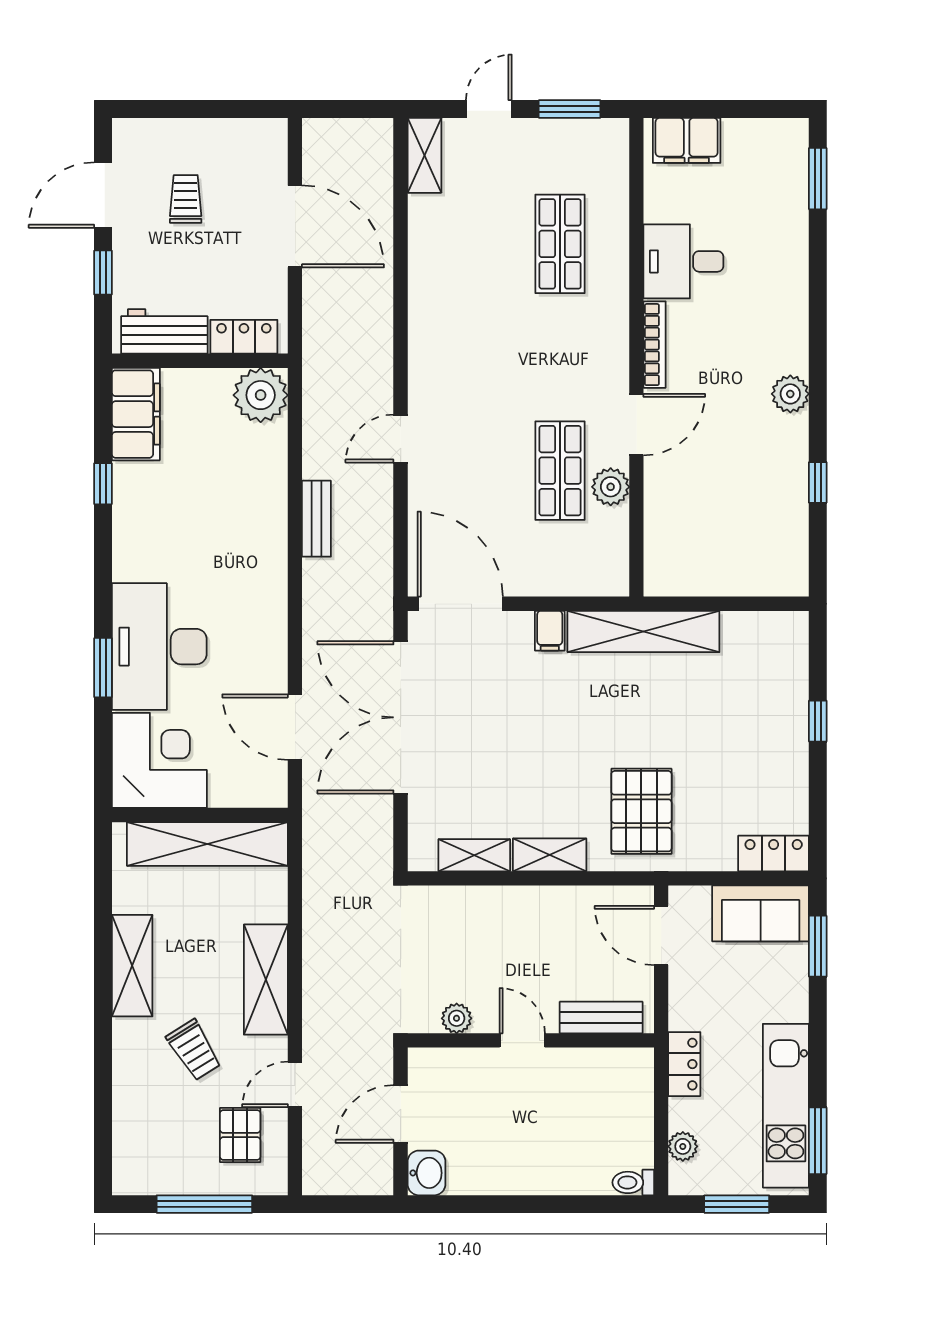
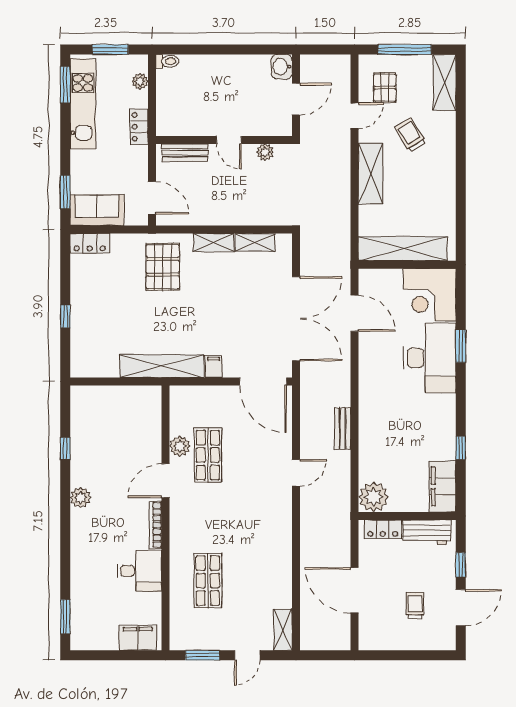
trolley: (186, 199) -> (415, 605), turned 180
shelving: (132, 966) -> (445, 82), moved

